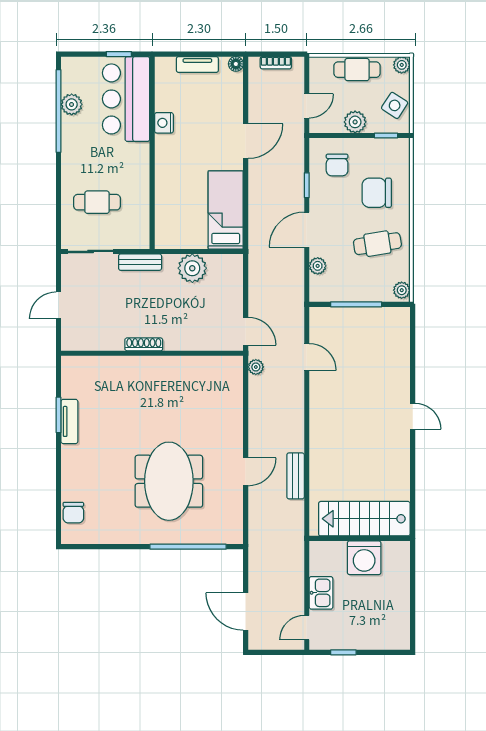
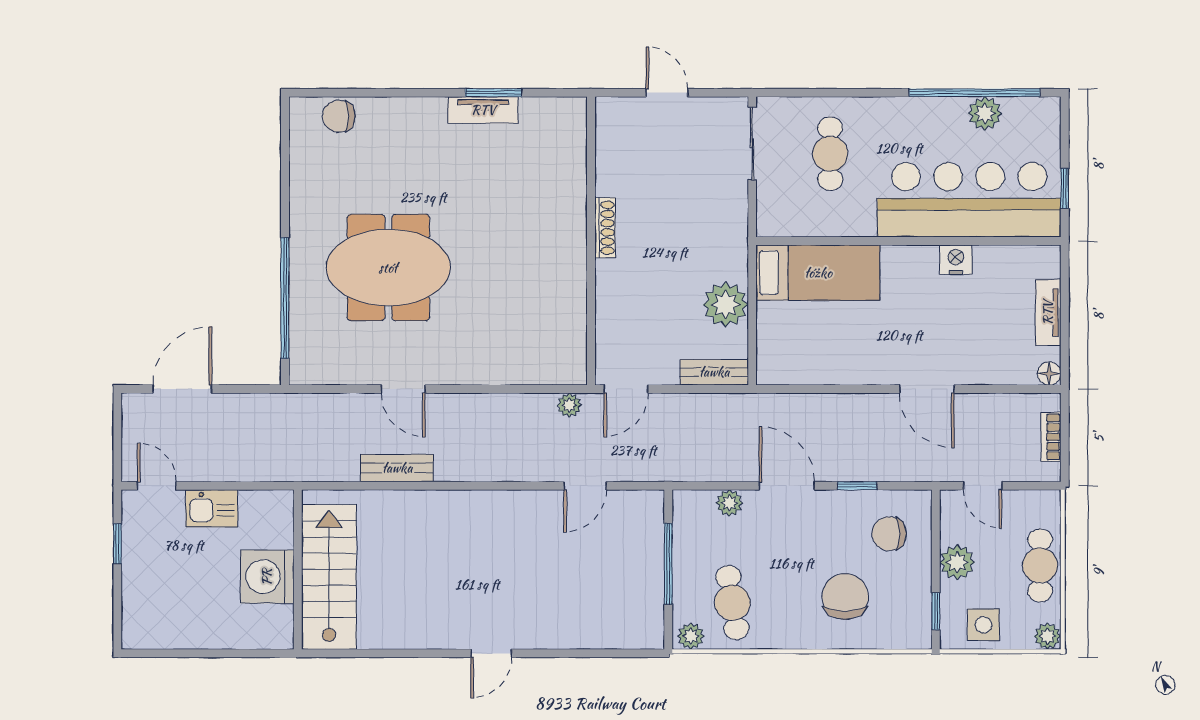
bar counter: (126, 99) -> (969, 200), width x1.36
side table: (395, 105) -> (983, 625), turned -33
bed: (226, 210) -> (818, 273), moved
cafe table: (377, 244) -> (732, 603), moved
bench: (140, 262) -> (714, 372), moved, turned 90

